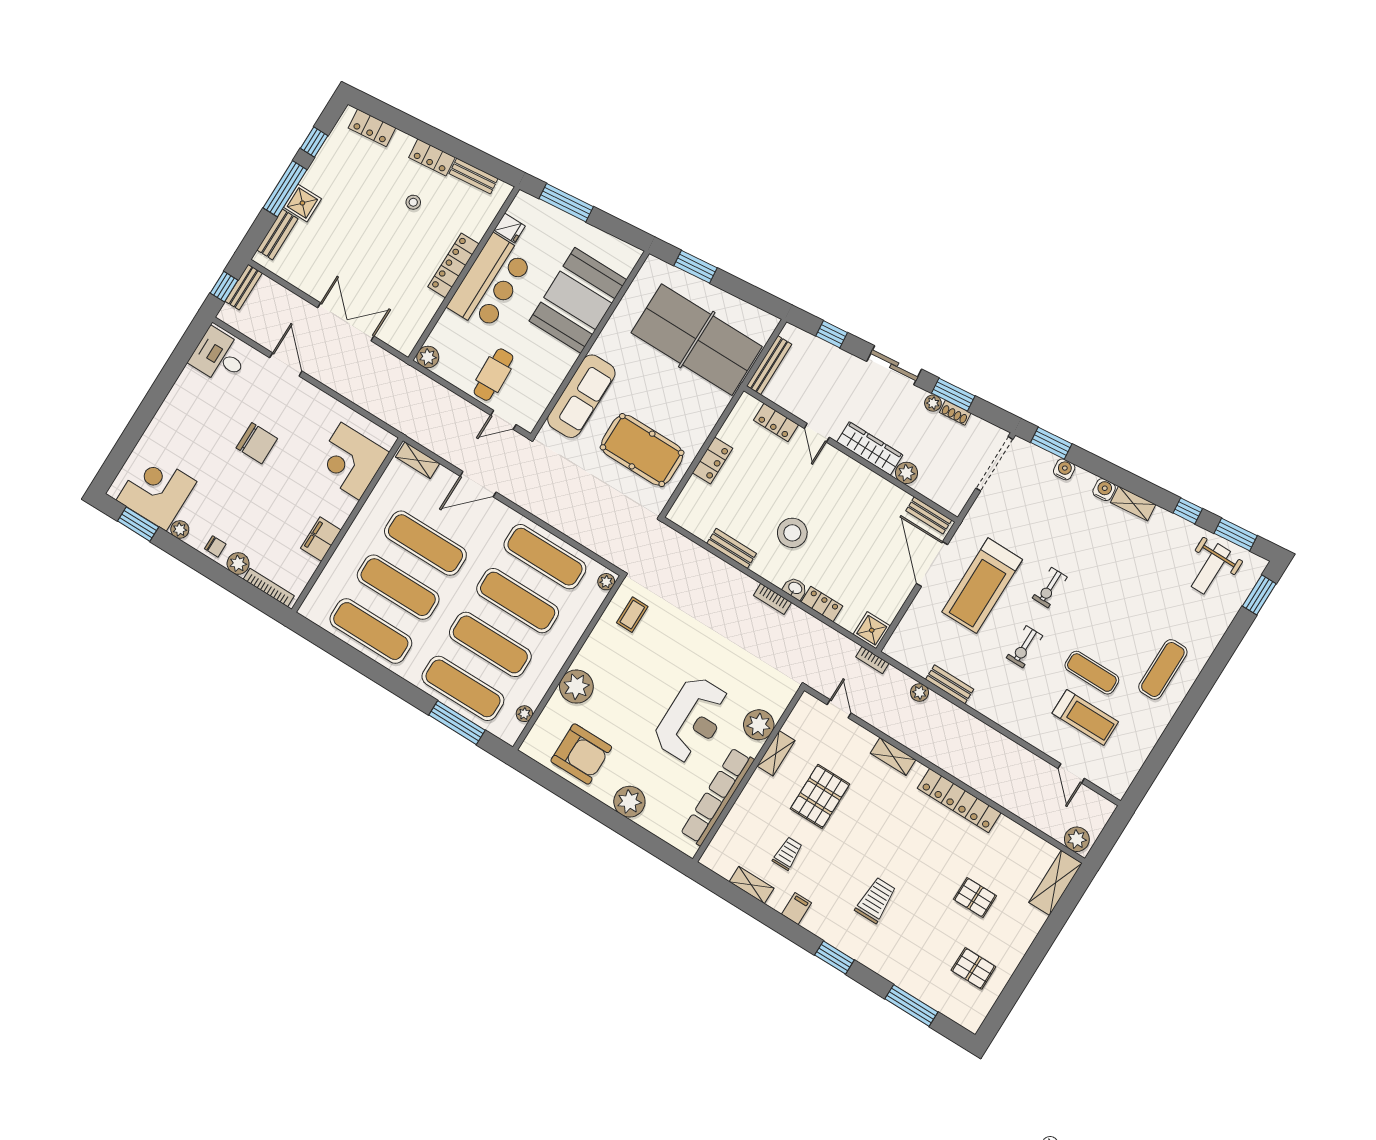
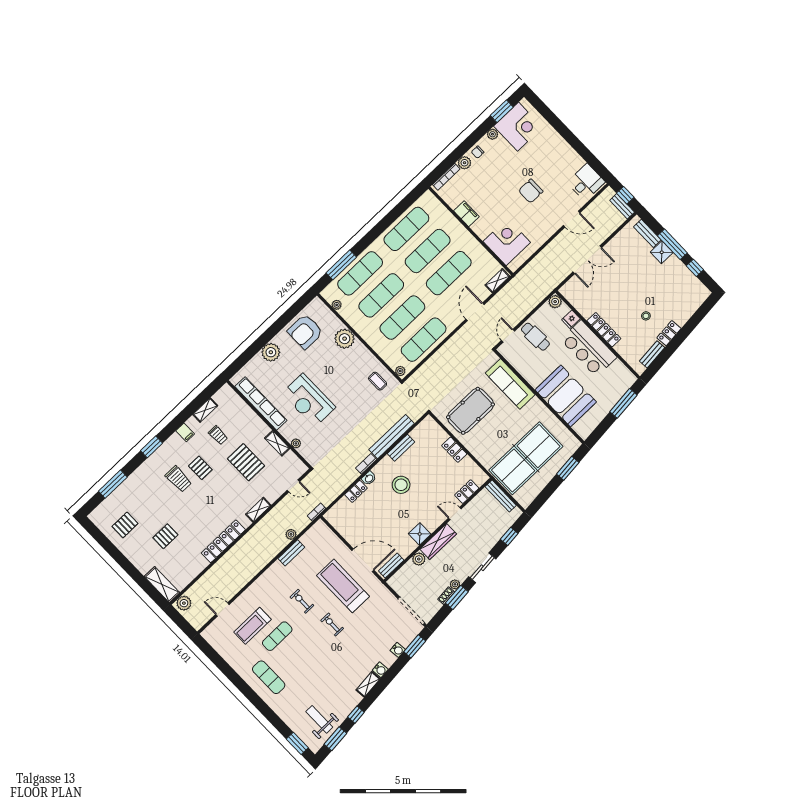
locker: (372, 128) -> (695, 303), removed
fridge: (510, 228) -> (571, 319), moved
bench: (717, 569) -> (392, 437), added
shower: (872, 630) -> (420, 534), moved
plant: (759, 725) -> (296, 443), width x0.53, depth x0.53
pallet: (848, 869) -> (200, 468), added

